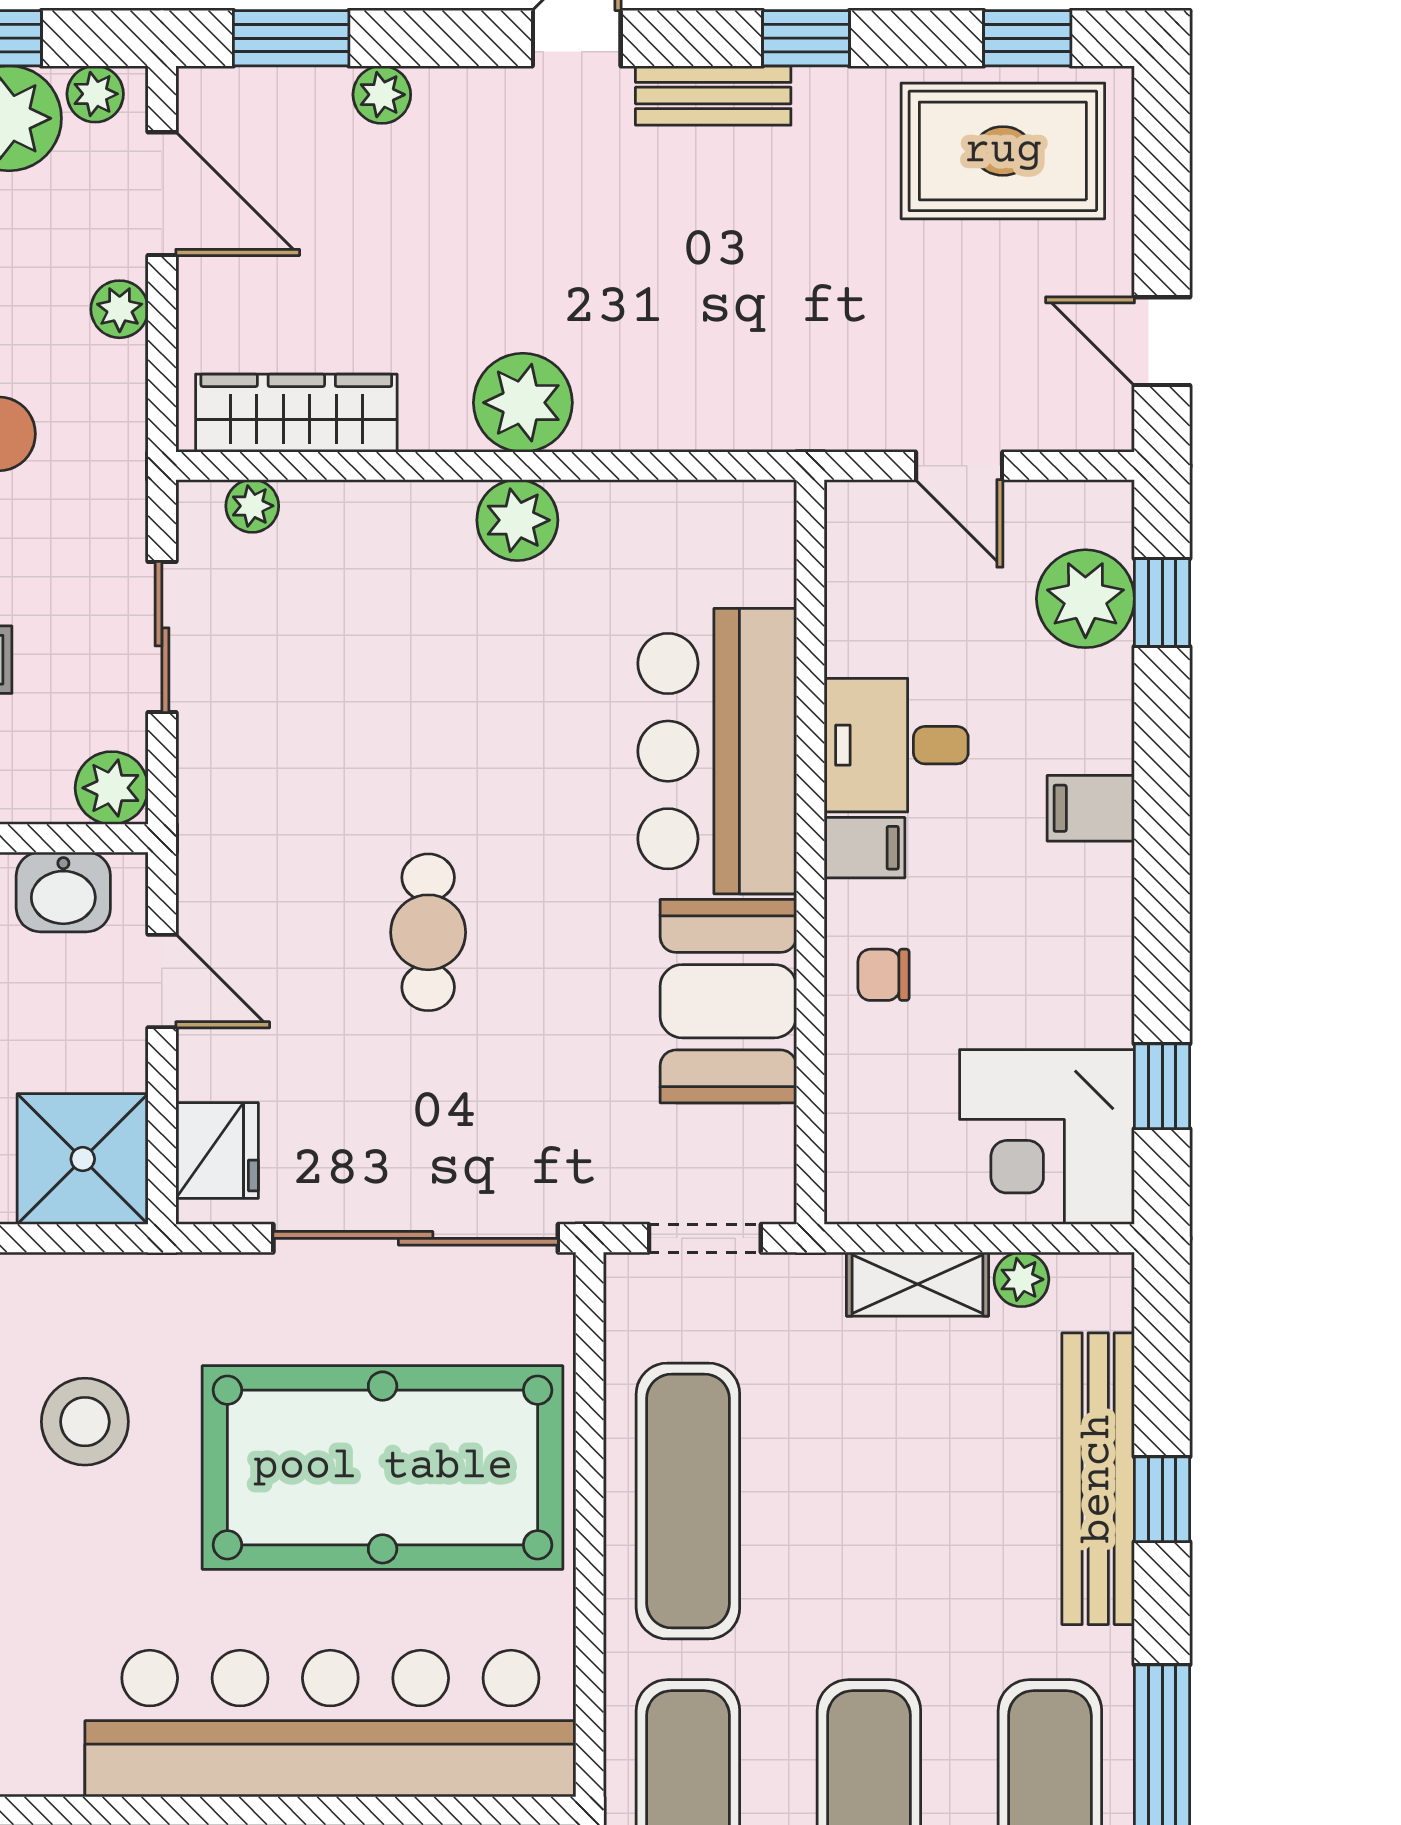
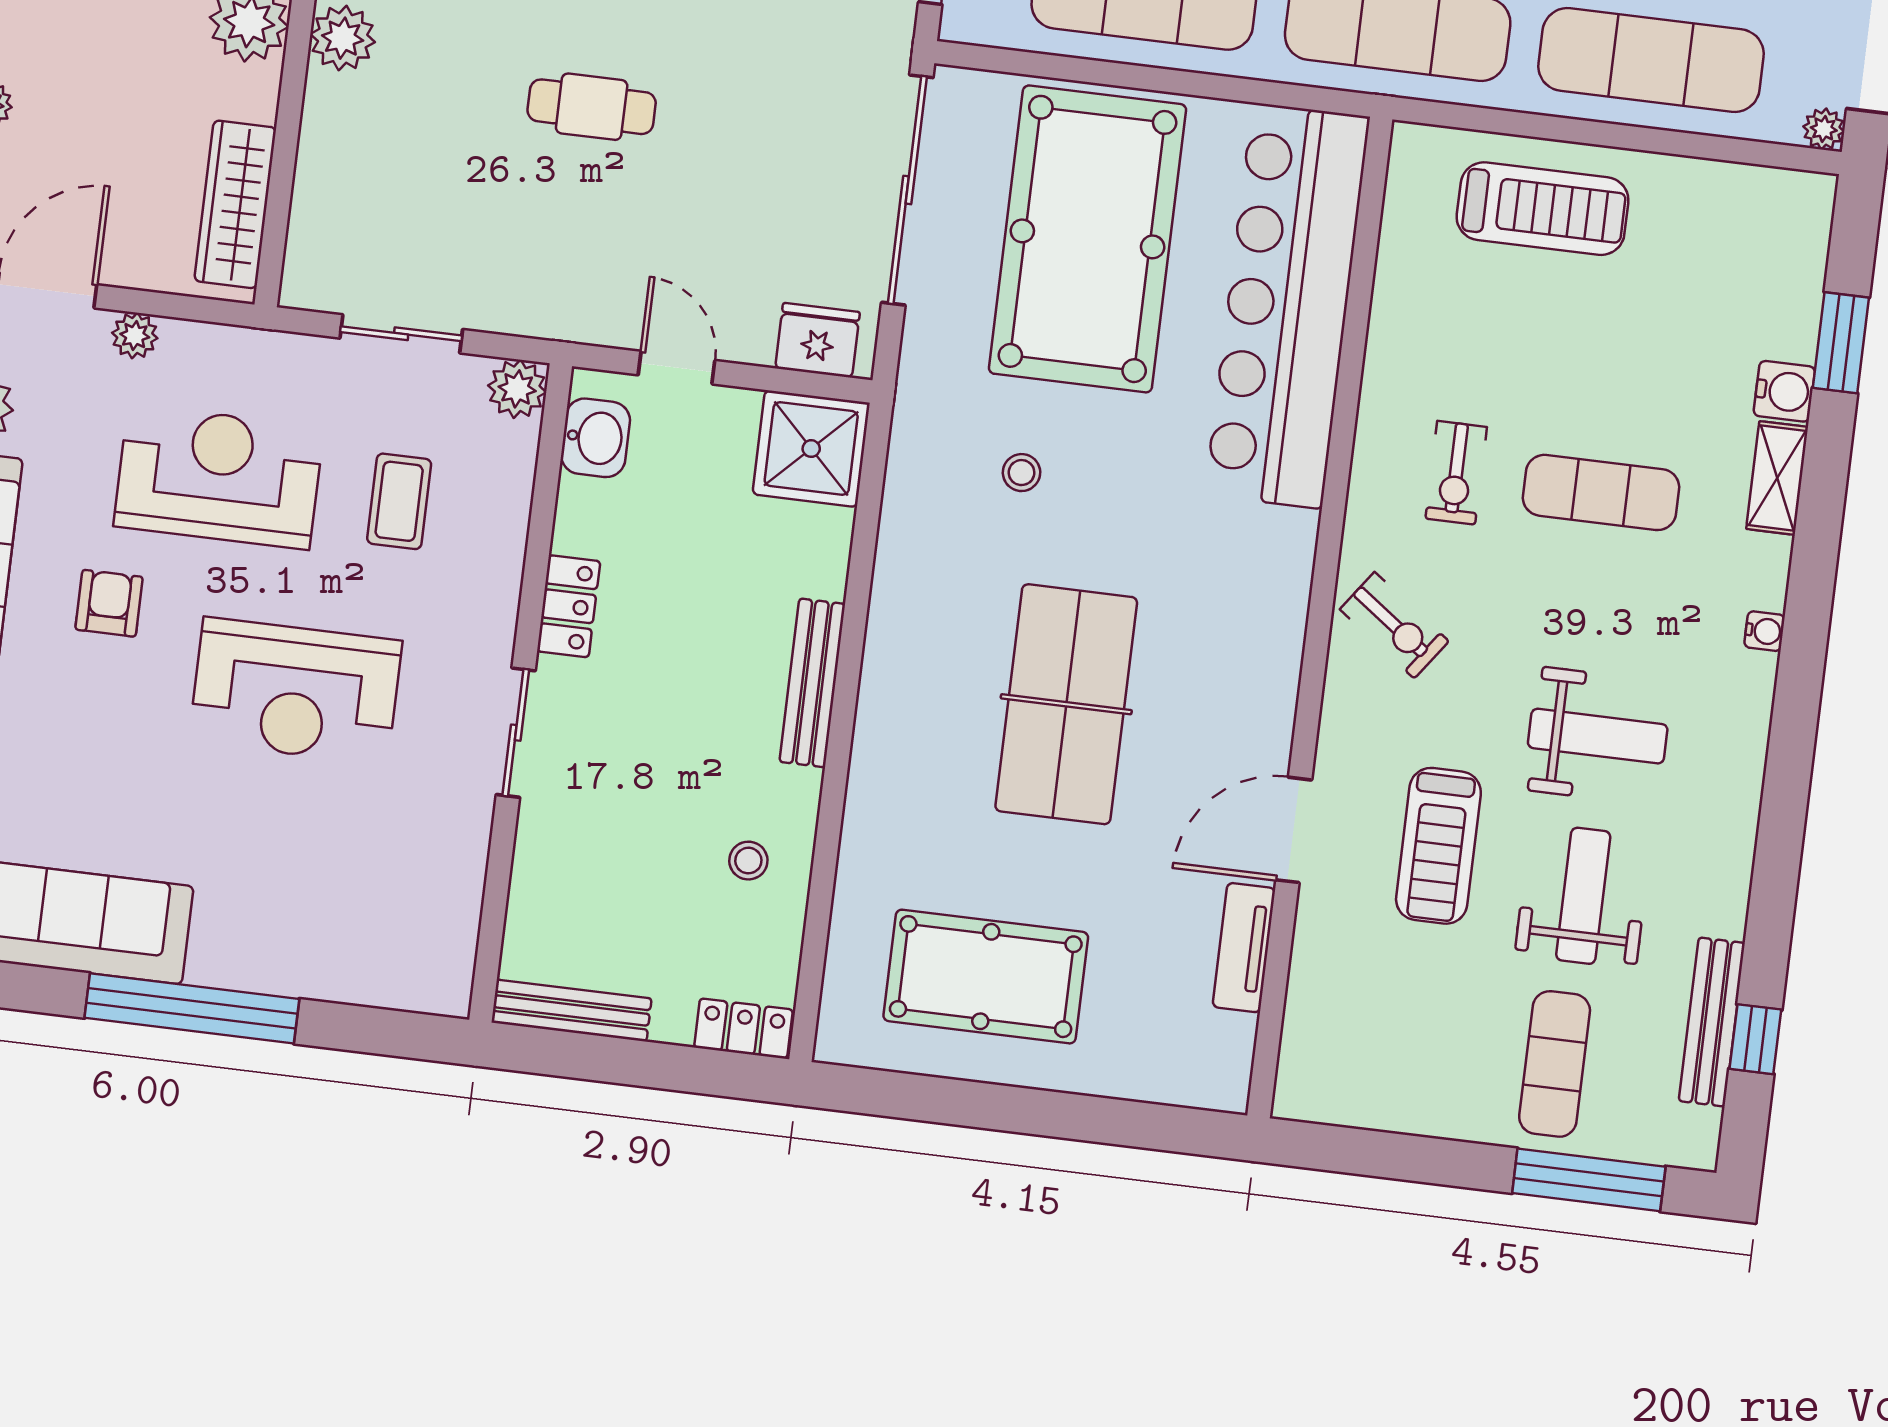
plant: (252, 506) -> (305, 249), removed
cafe table: (428, 932) -> (592, 107), moved
door: (162, 981) -> (677, 368), hinge flipped
stool: (85, 1422) -> (1022, 473), width x0.53, depth x0.53

